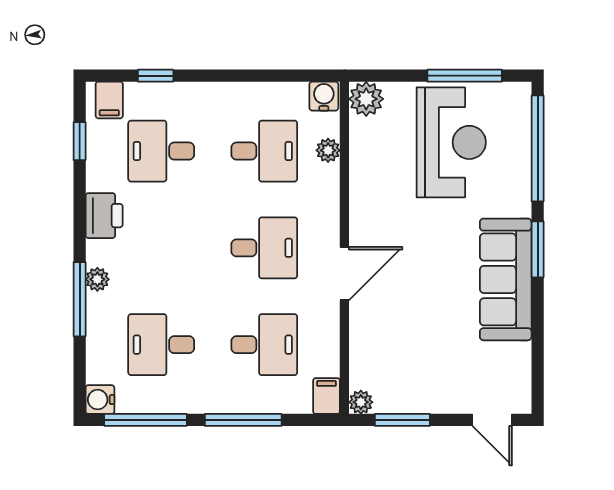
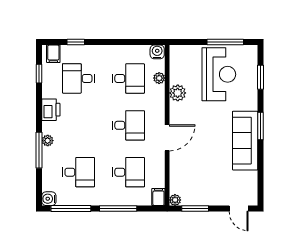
plant: (366, 99) -> (178, 93), moved
window: (538, 148) -> (261, 77), width x0.47
desk: (161, 345) -> (78, 172), turned 180

